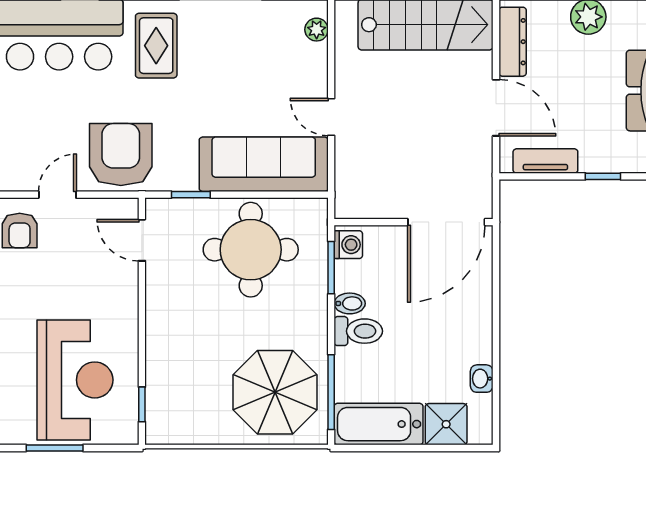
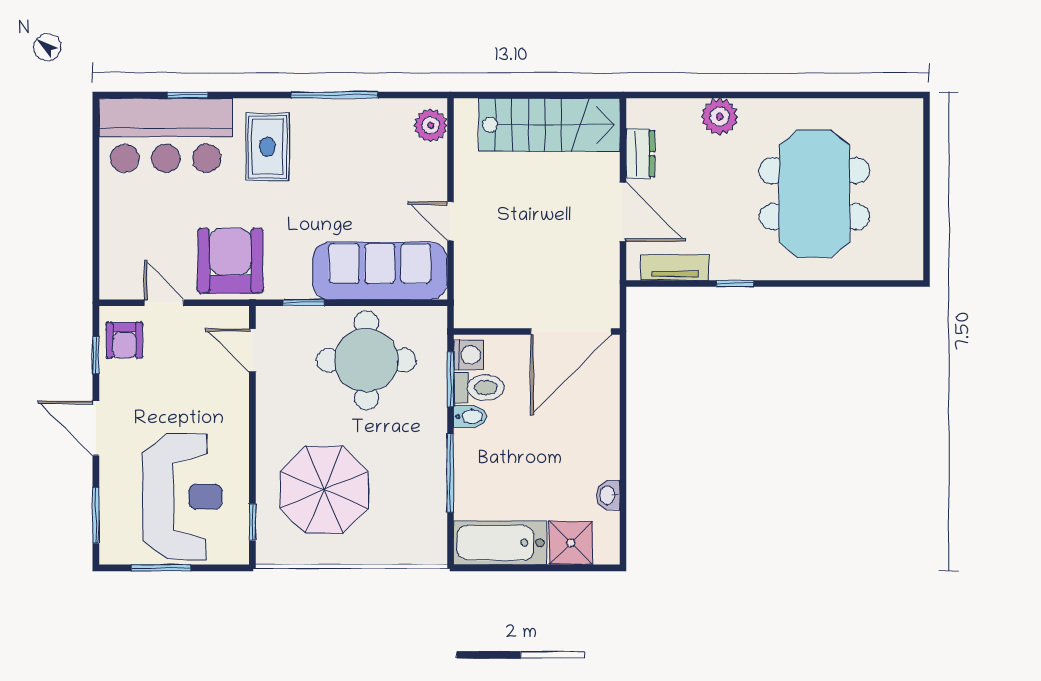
plant: (317, 30) -> (431, 125), width x1.38, depth x1.38
dresser: (513, 42) -> (640, 154), width x0.70
door: (57, 195) -> (164, 303), hinge flipped
toilet: (358, 331) -> (479, 388), moved
parasol: (275, 392) -> (324, 490), moved
window: (331, 392) -> (450, 473), moved

